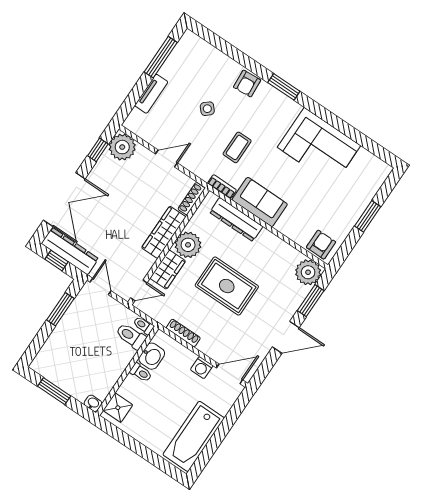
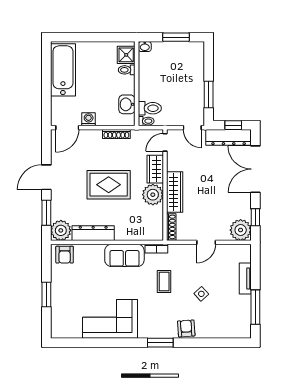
dresser: (236, 219) -> (93, 233), moved
toilet: (141, 373) -> (127, 70), moved

